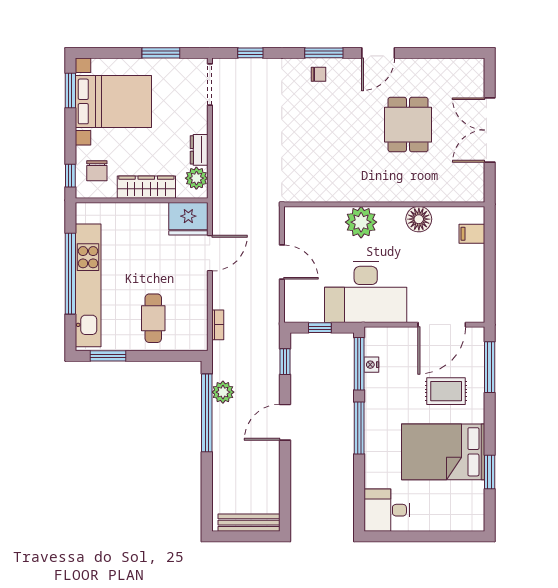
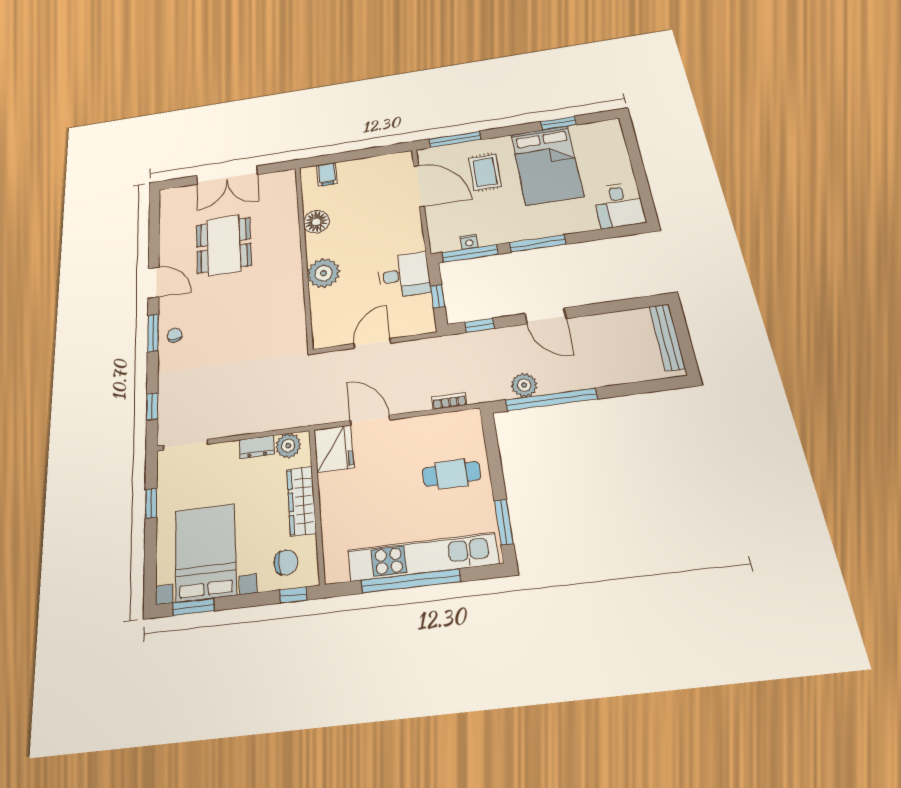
window: (161, 53) -> (151, 503), width x0.67
dining table: (408, 125) -> (224, 245), width x1.37
desk: (366, 292) -> (404, 275), width x0.53, depth x0.77

